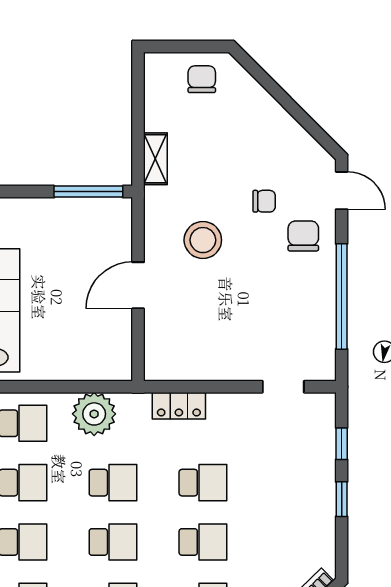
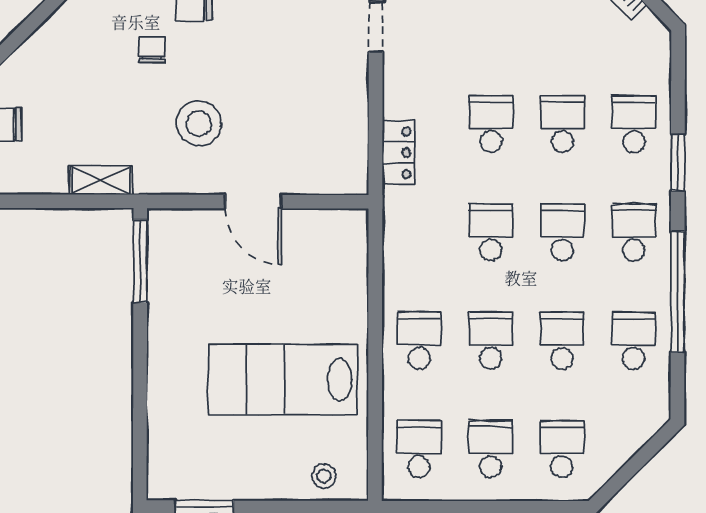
plant: (94, 414) -> (408, 255), removed

